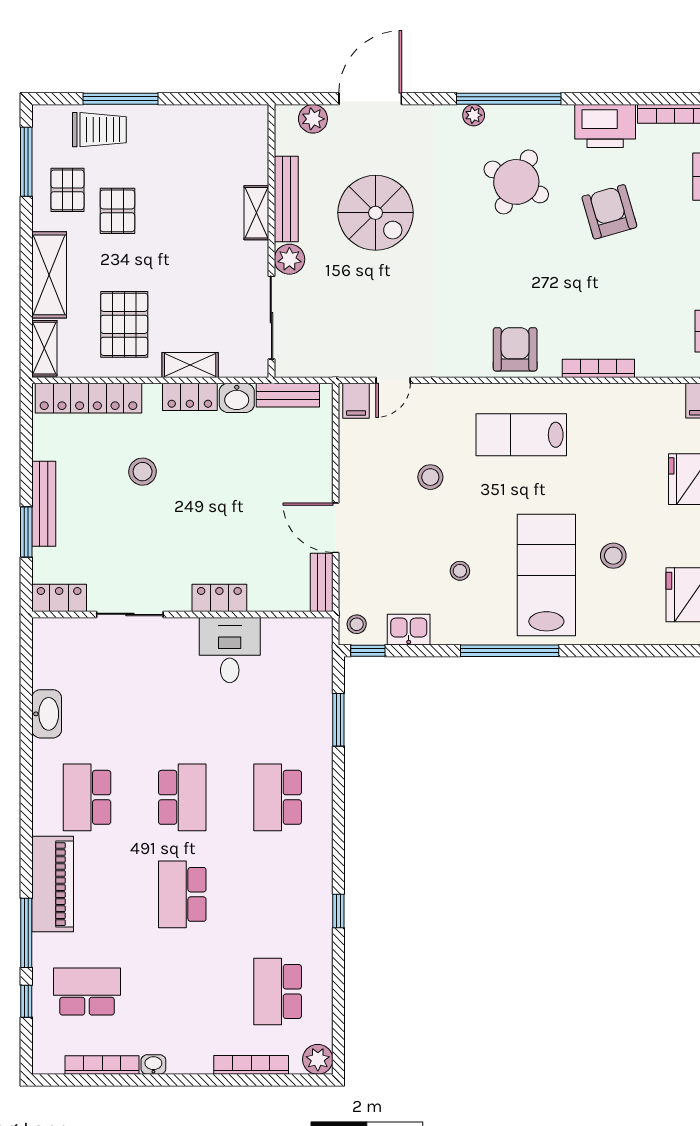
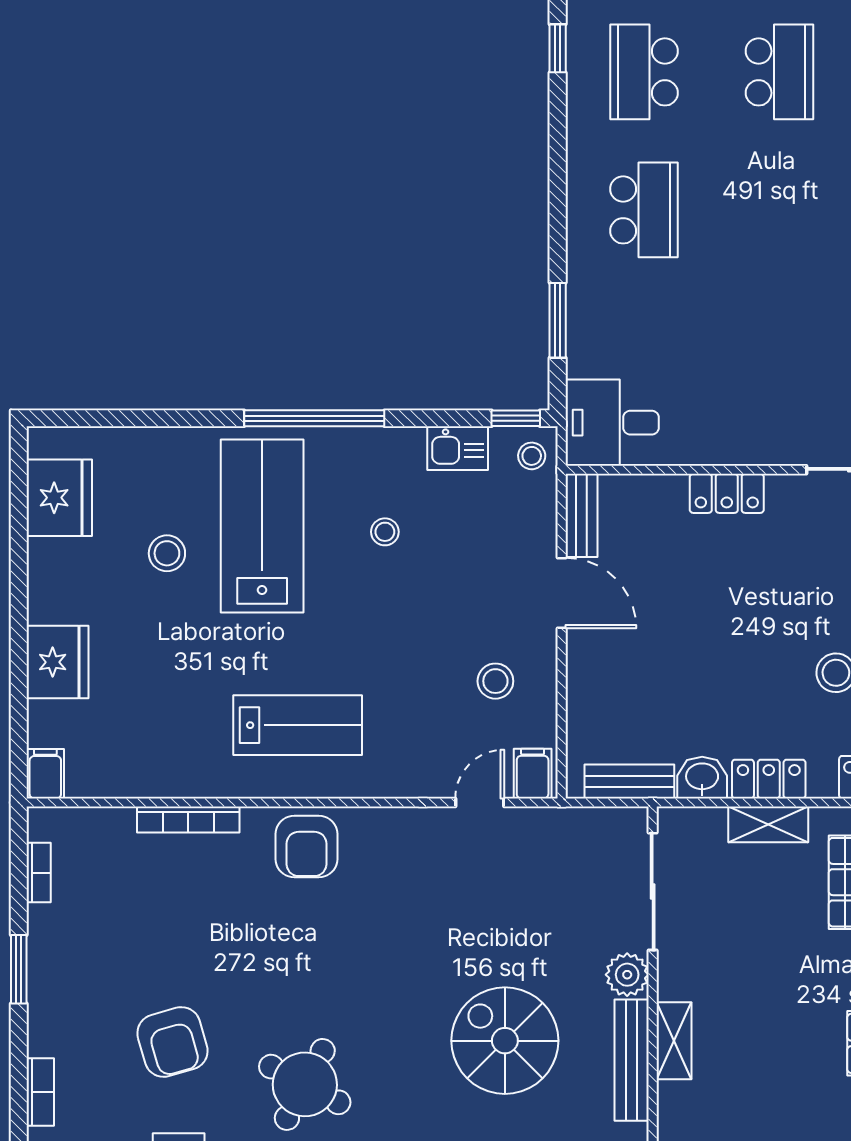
stool: (430, 477) -> (495, 681), moved
lab bench: (546, 575) -> (262, 526), turned 180
desk: (230, 650) -> (612, 423), moved, turned 90
school desk: (182, 797) -> (644, 72), moved

